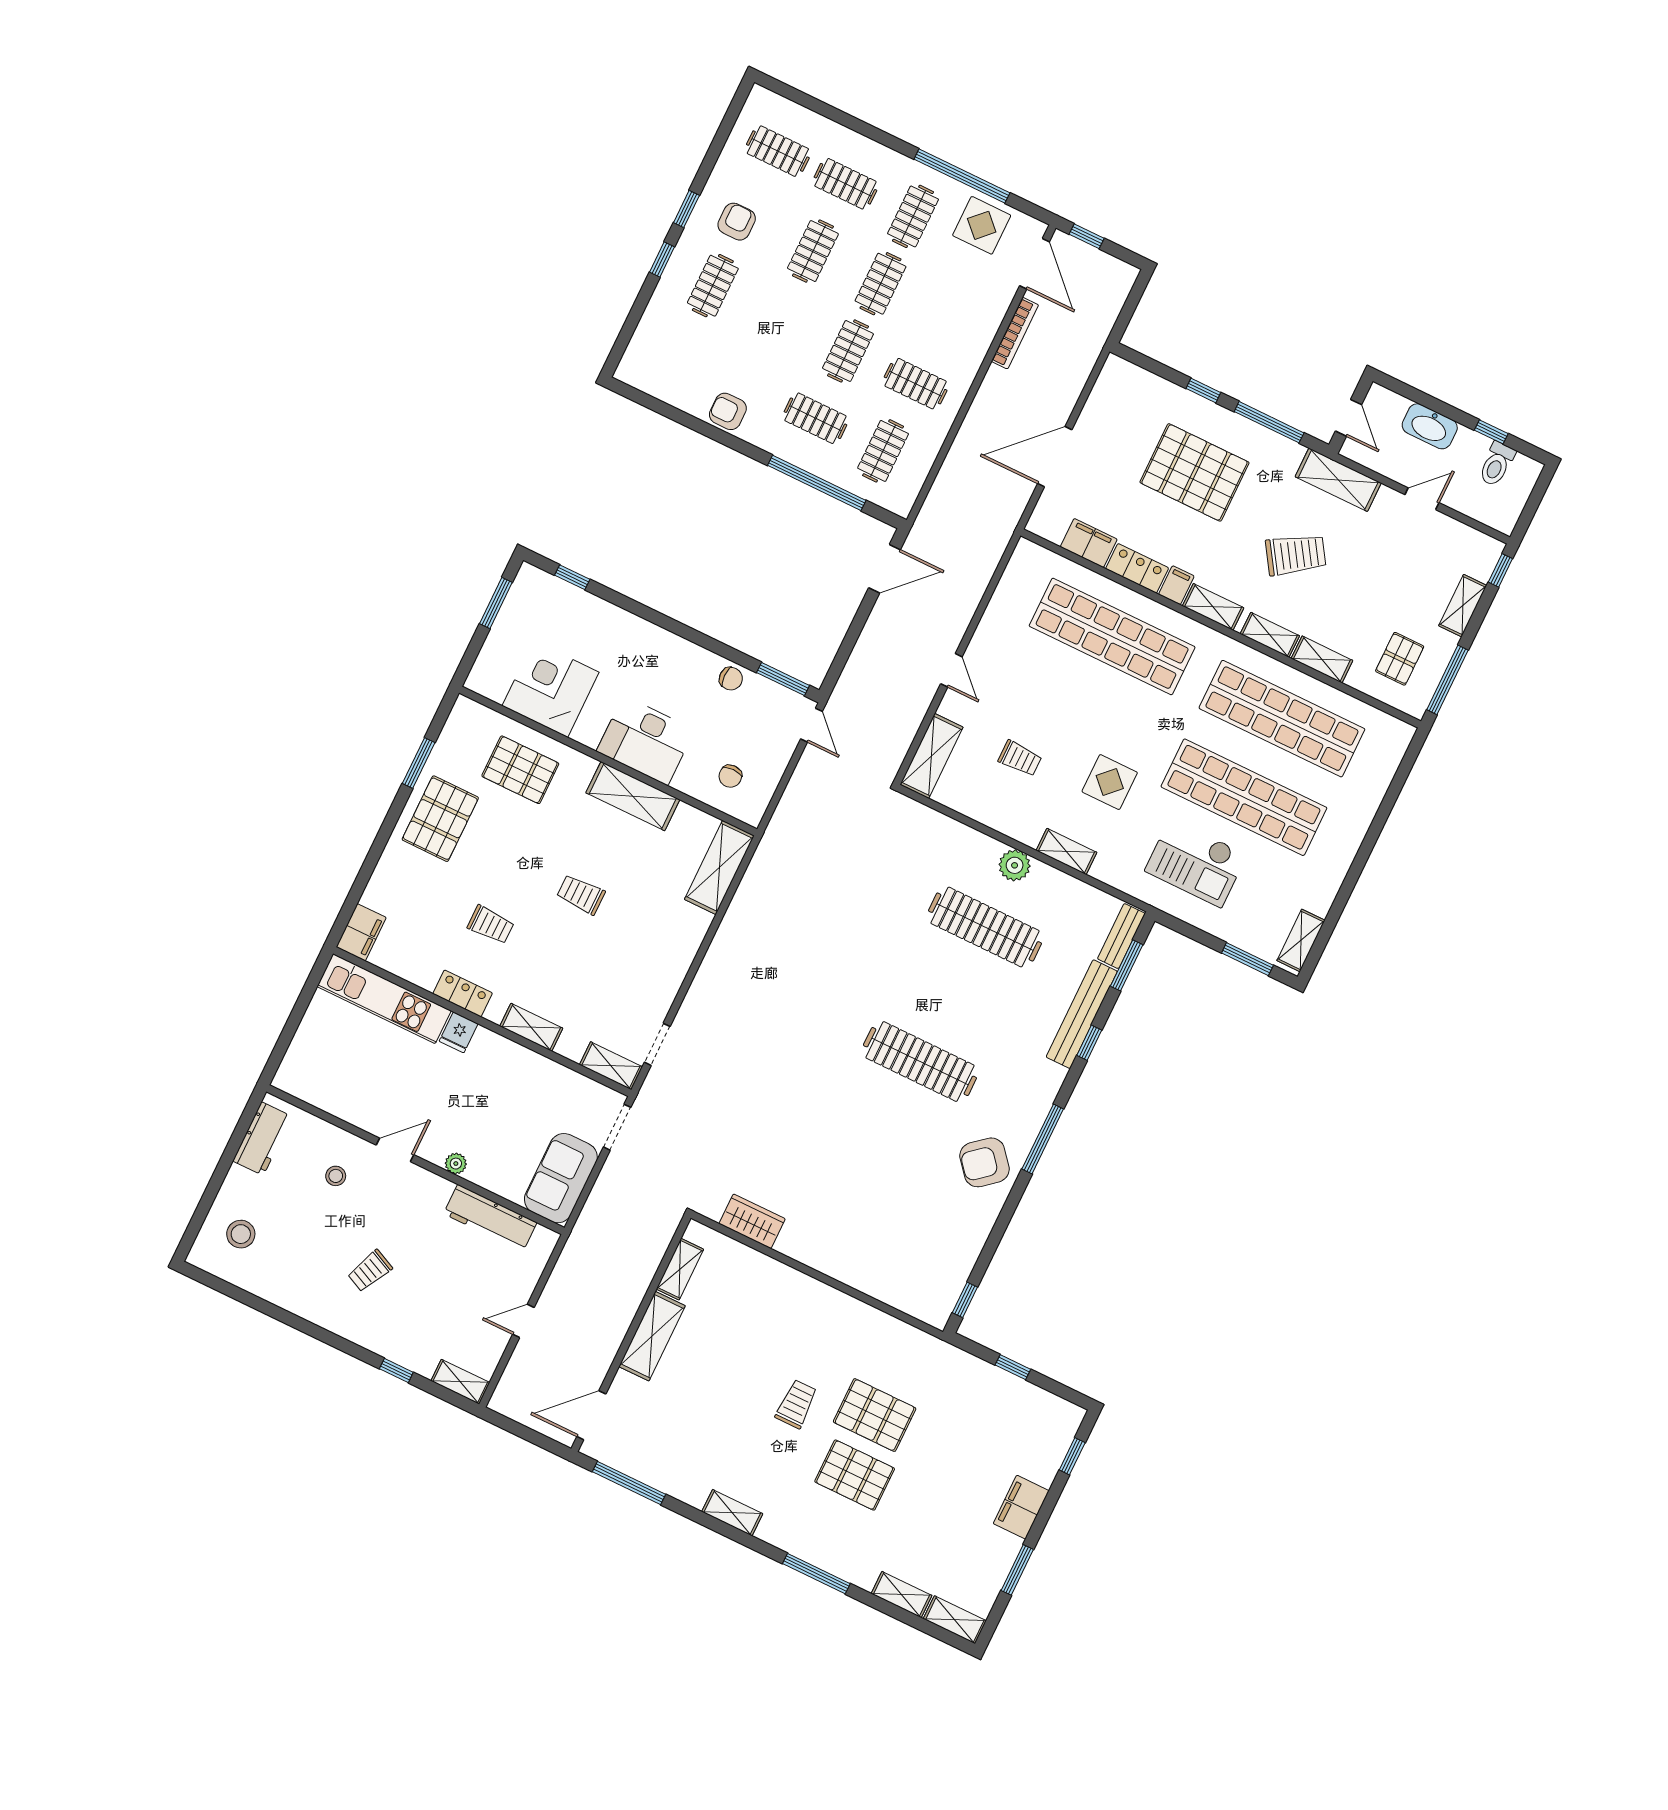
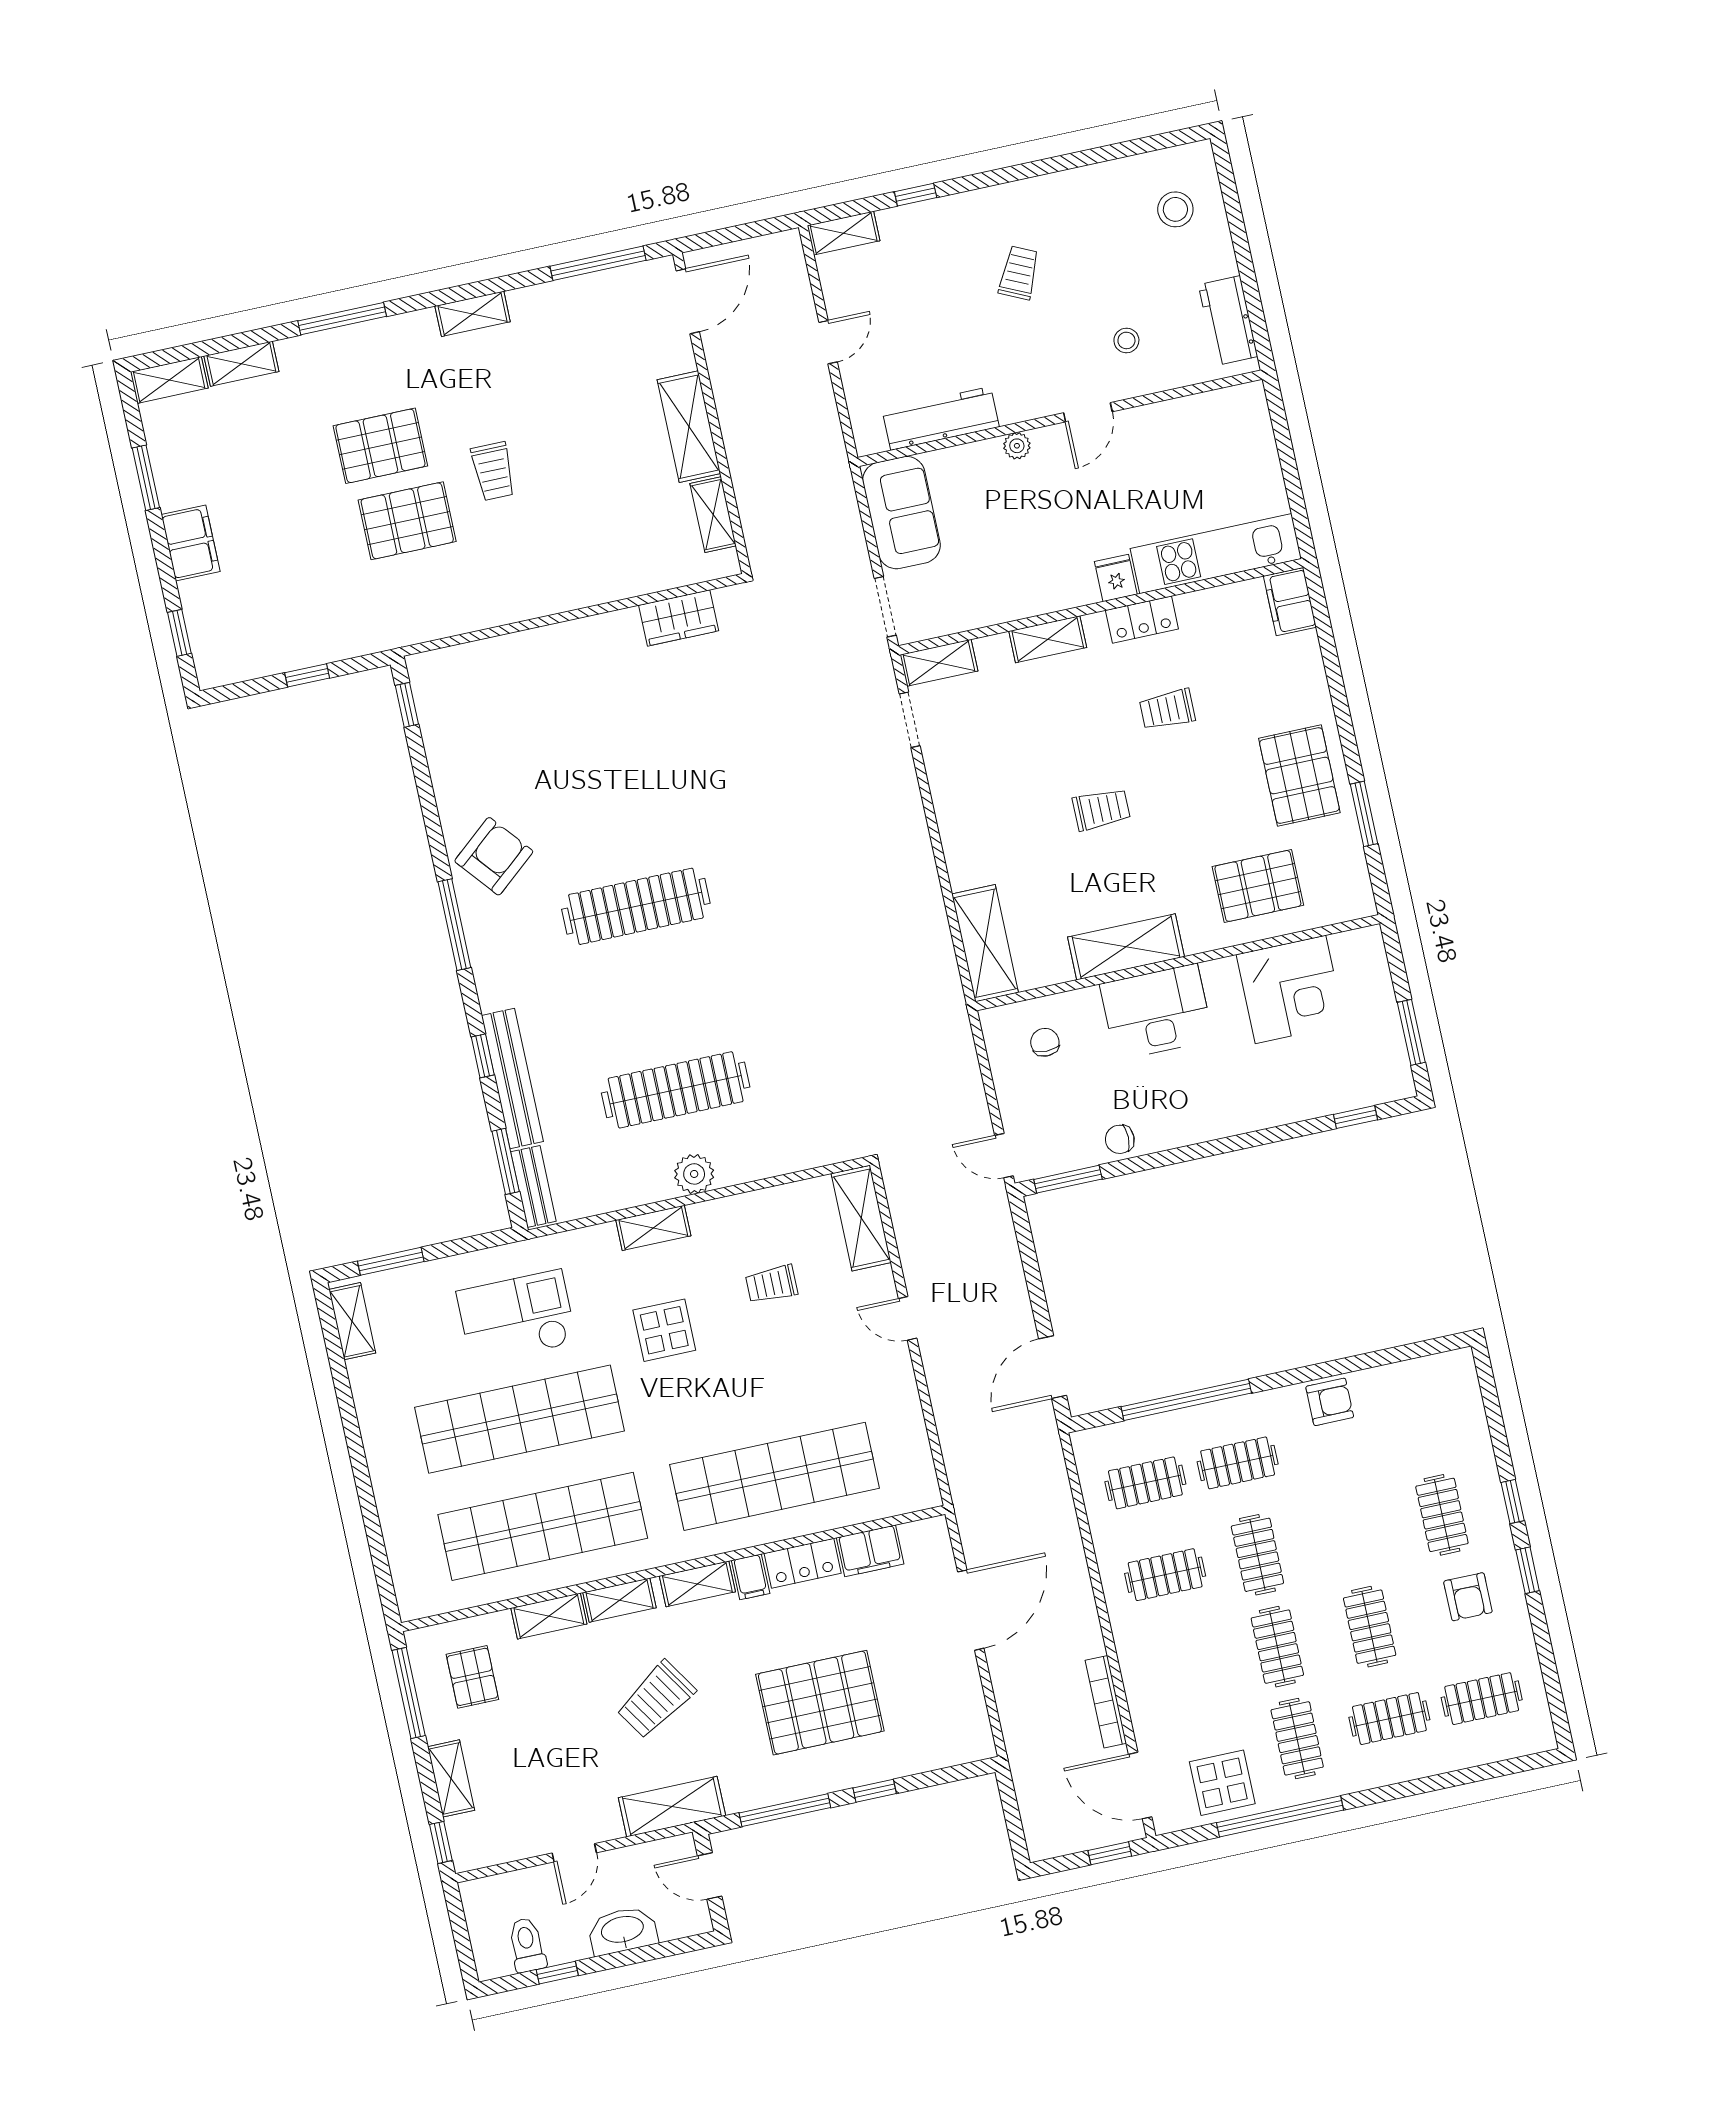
clothes rail: (883, 451) -> (1145, 1483), turned 90

